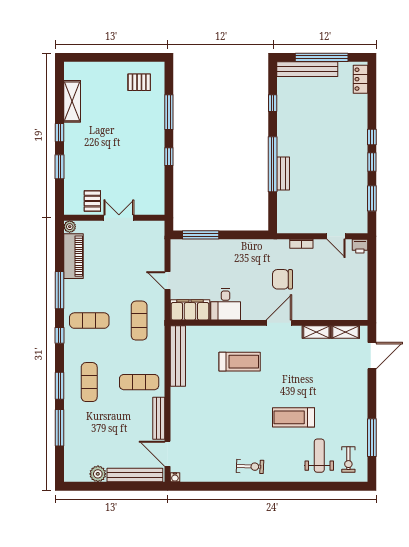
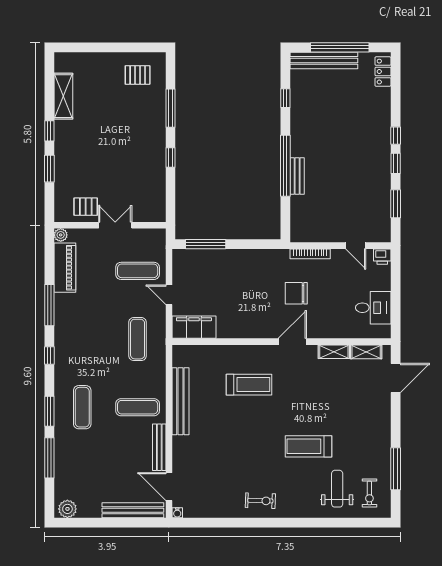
pallet: (92, 201) -> (86, 207), turned 90
bookcase: (301, 244) -> (310, 254), width x1.56
desk: (226, 304) -> (373, 308), moved, turned -90
exercise mat: (89, 321) -> (138, 271), moved
bench: (178, 356) -> (180, 401), moved
plant: (98, 474) -> (67, 509), moved

